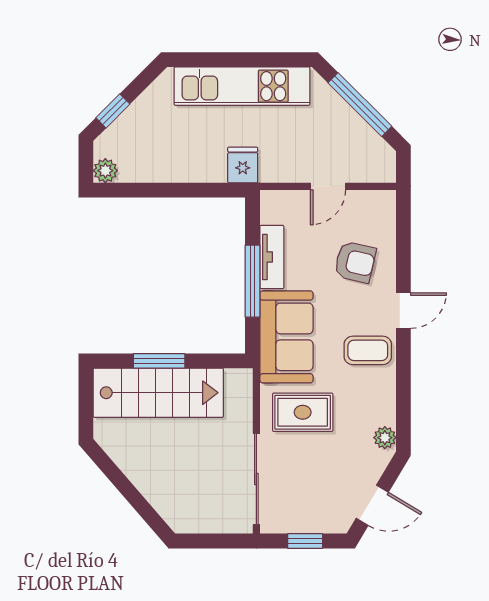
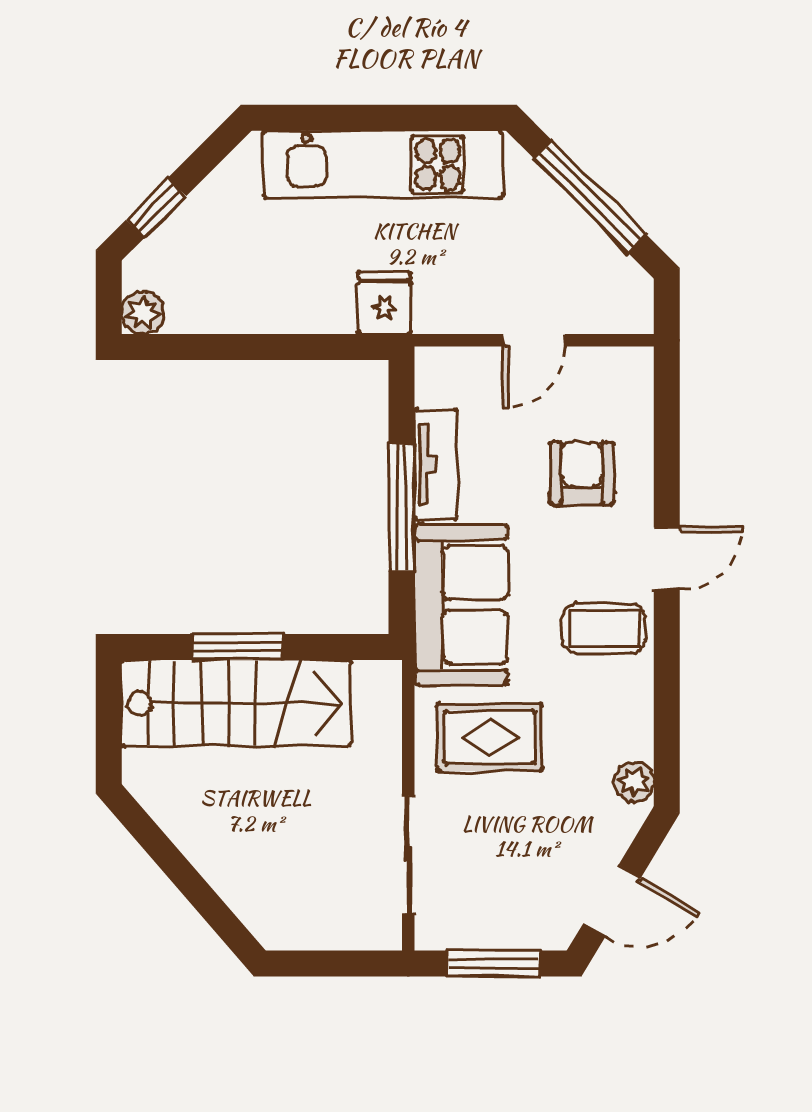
armchair: (355, 262) -> (582, 473), turned -103
sliding door: (256, 479) -> (408, 855), width x0.73
window: (305, 541) -> (494, 964), width x1.50

